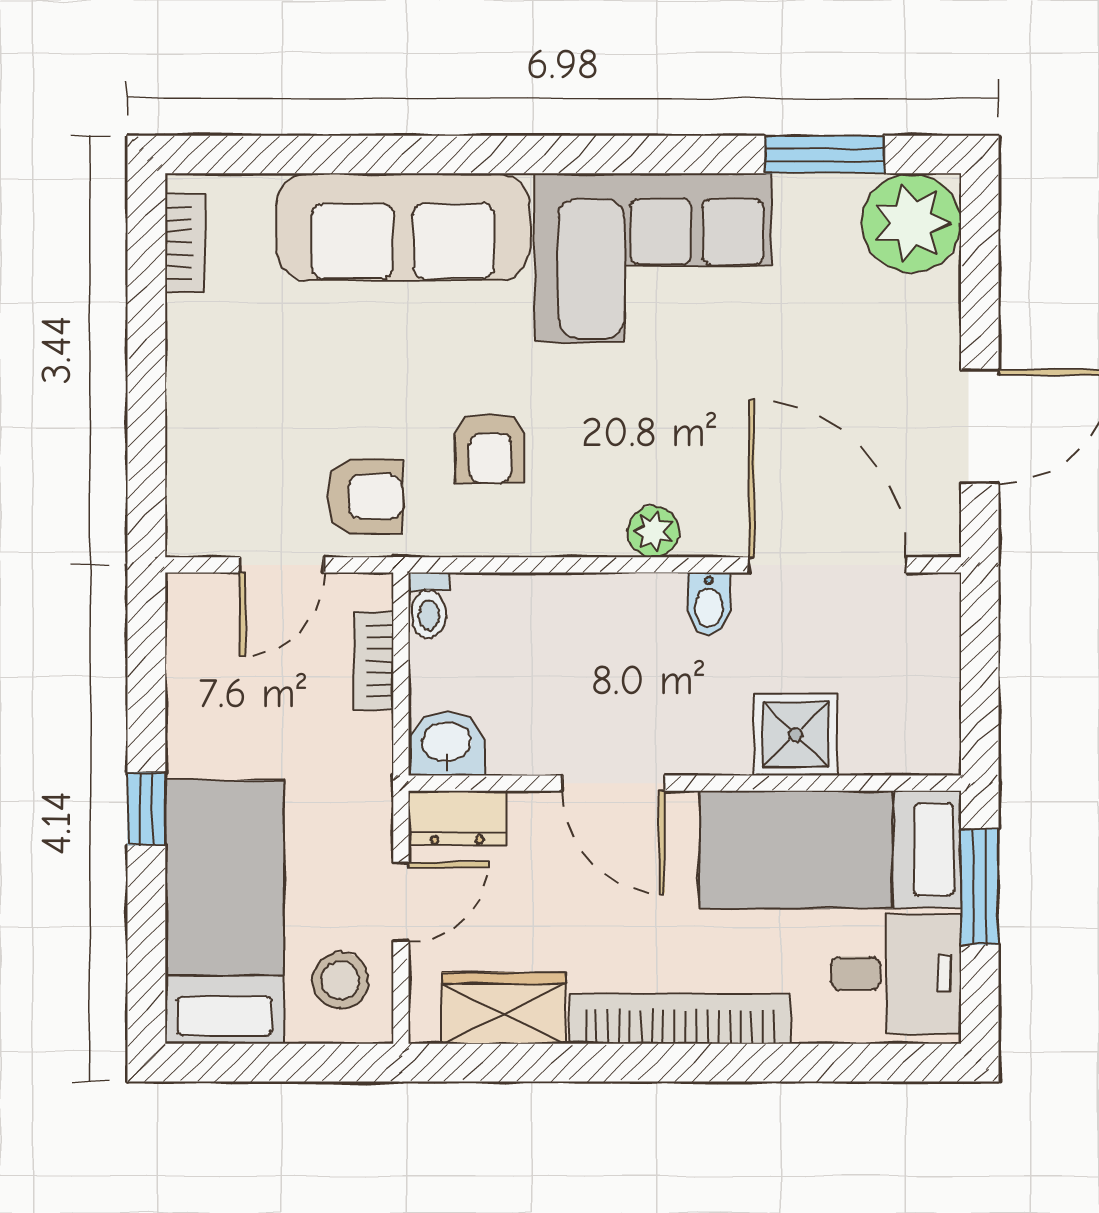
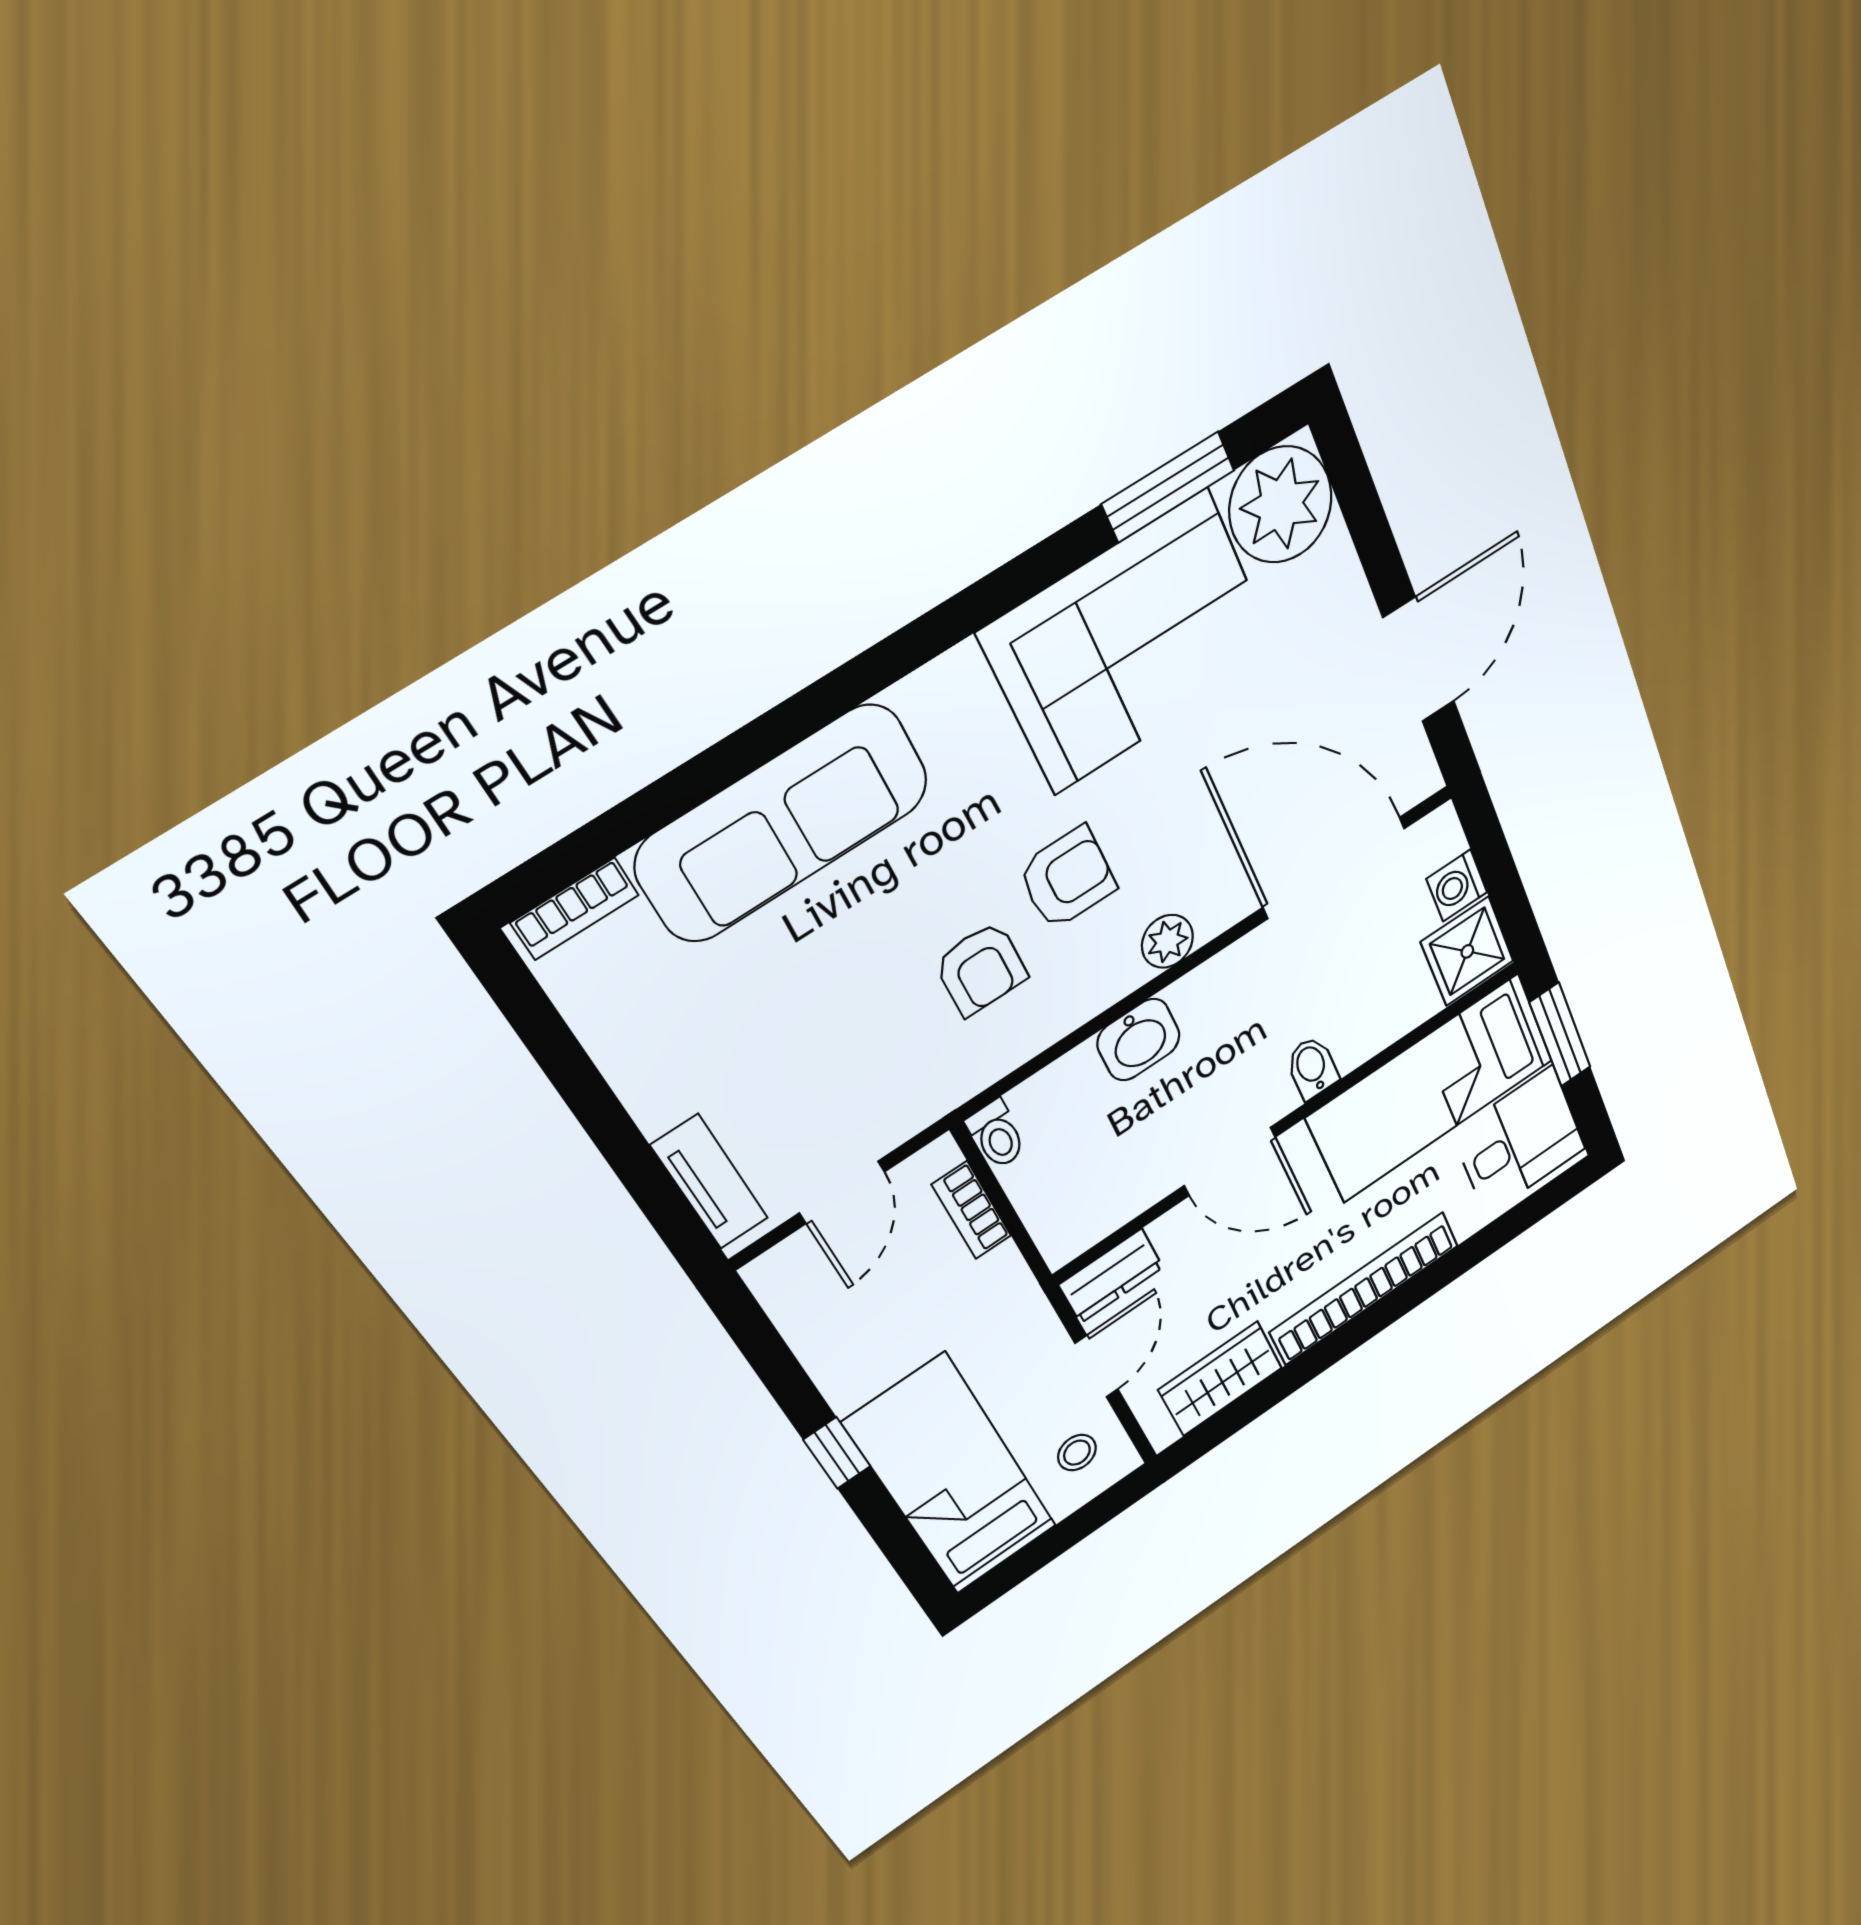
bookcase: (185, 243) -> (575, 909), moved, turned 90
corner sofa: (653, 258) -> (1130, 643), moved
tv unit: (190, 479) -> (710, 1182), added
armchair: (365, 497) -> (1067, 878), moved
bidet: (709, 604) -> (1312, 1067), moved, turned 180
washing machine: (934, 660) -> (1457, 886), added
shower: (795, 734) -> (1467, 951), moved
washbasin: (447, 743) -> (1139, 1040), moved, turned 180
stool: (340, 980) -> (1077, 1453), width x0.73, depth x0.73

